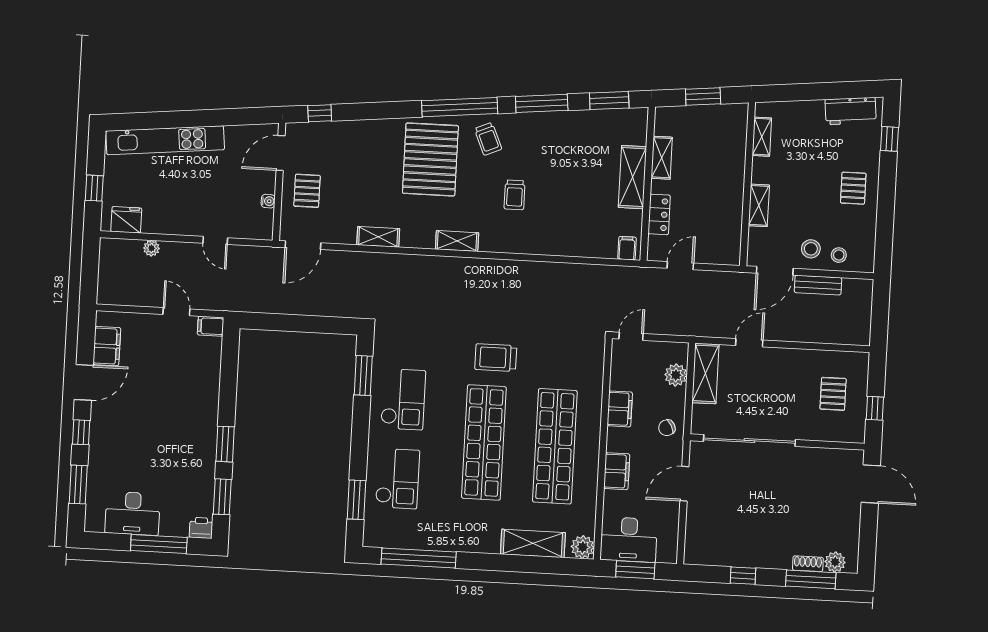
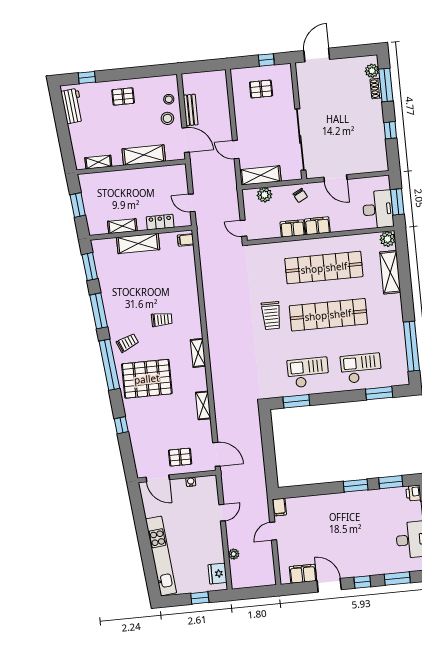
window: (320, 113) -> (121, 425), moved
shelving: (759, 205) -> (144, 155), width x1.50, depth x1.33
filing cabinet: (617, 471) -> (317, 226), moved

